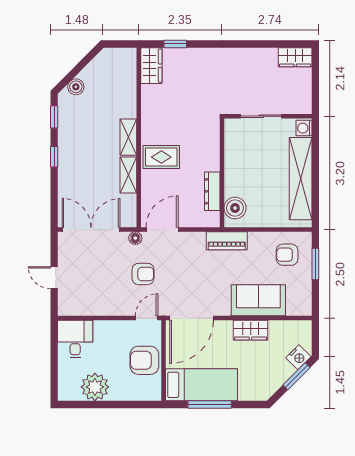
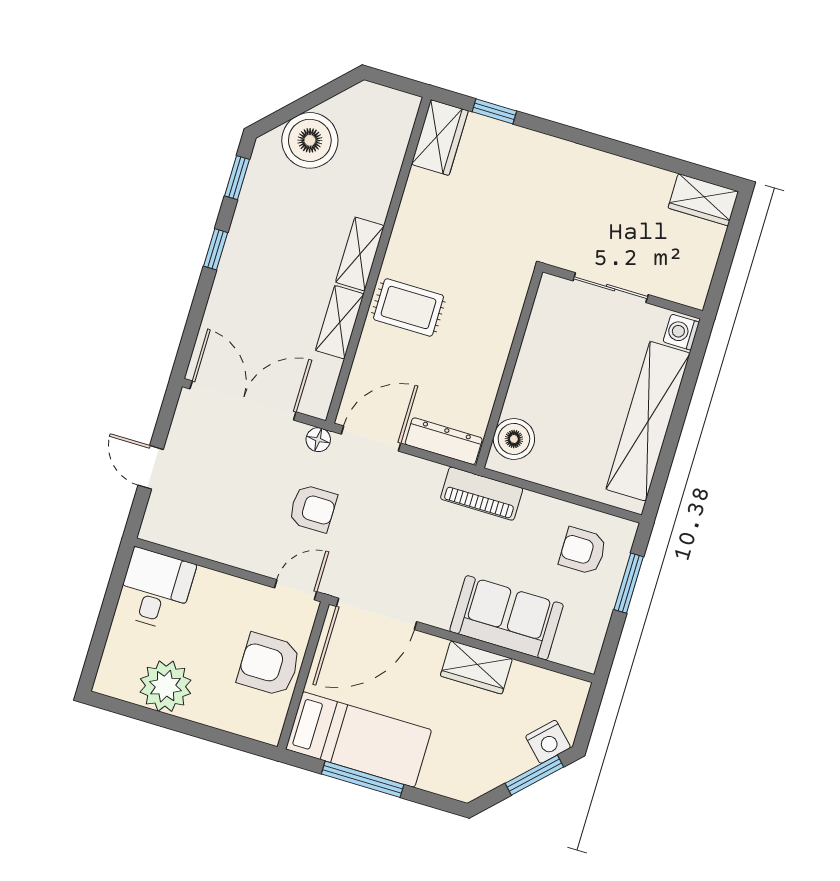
boiler: (76, 87) -> (310, 140), width x1.86, depth x1.86
dresser: (212, 191) -> (444, 441), moved, turned 90

